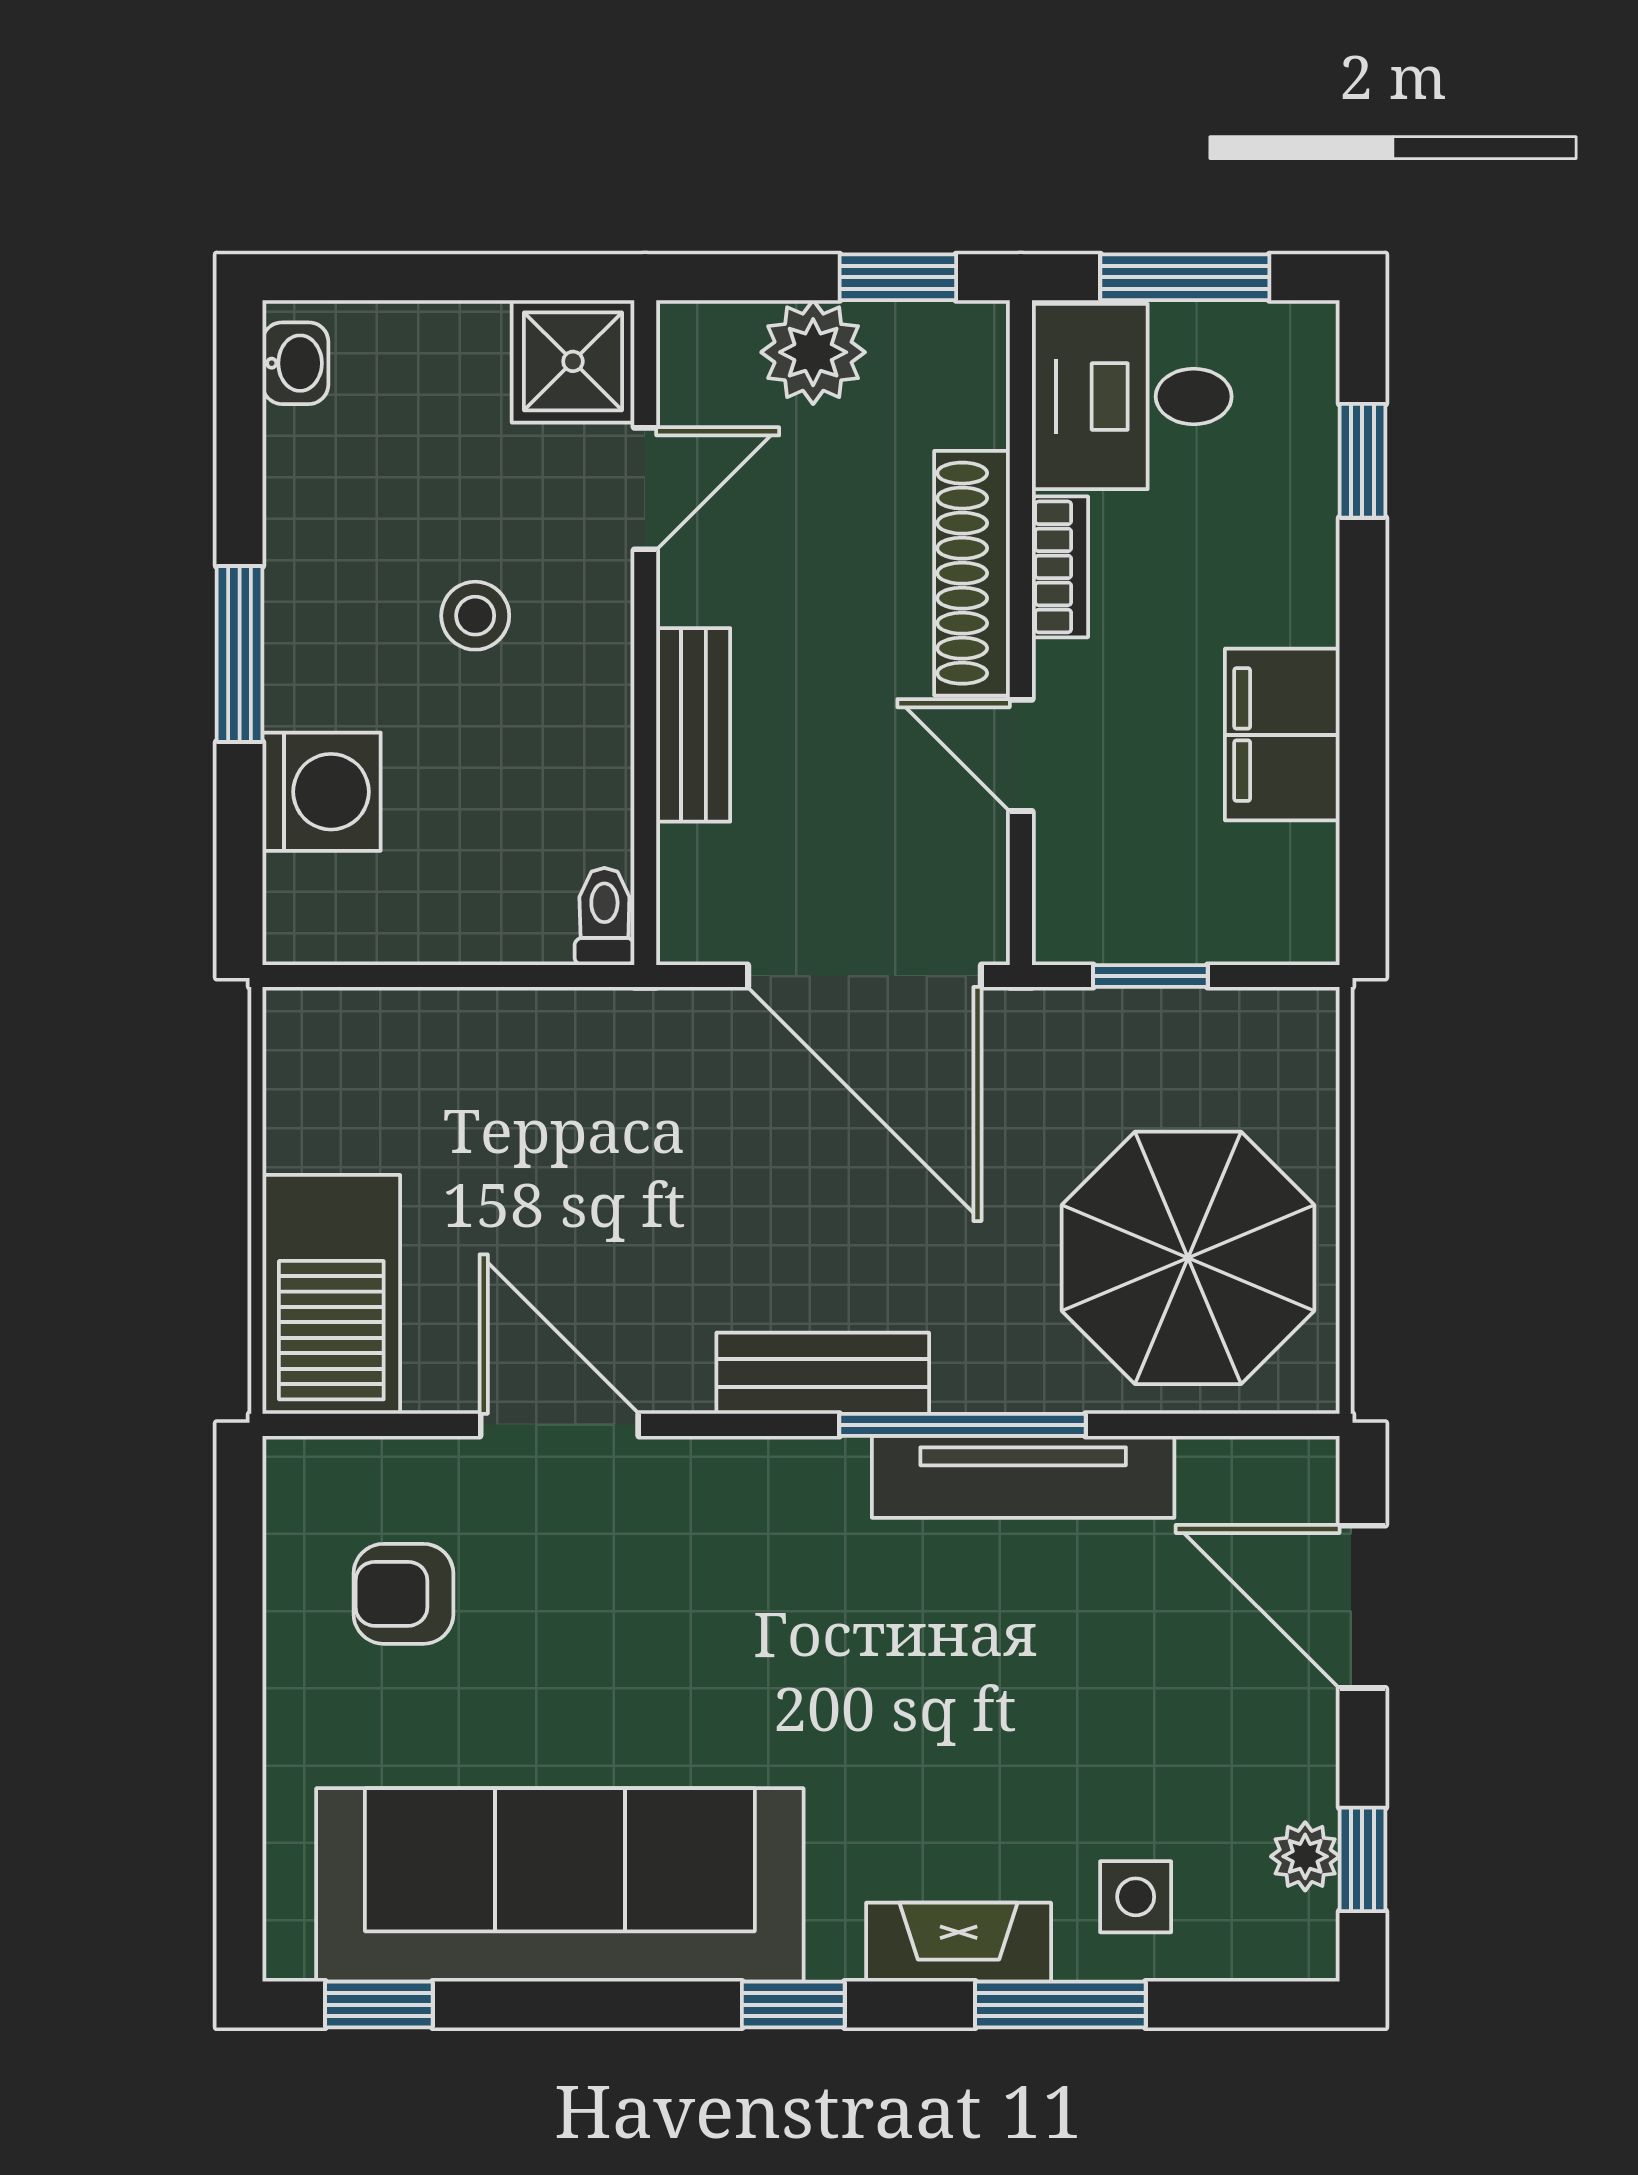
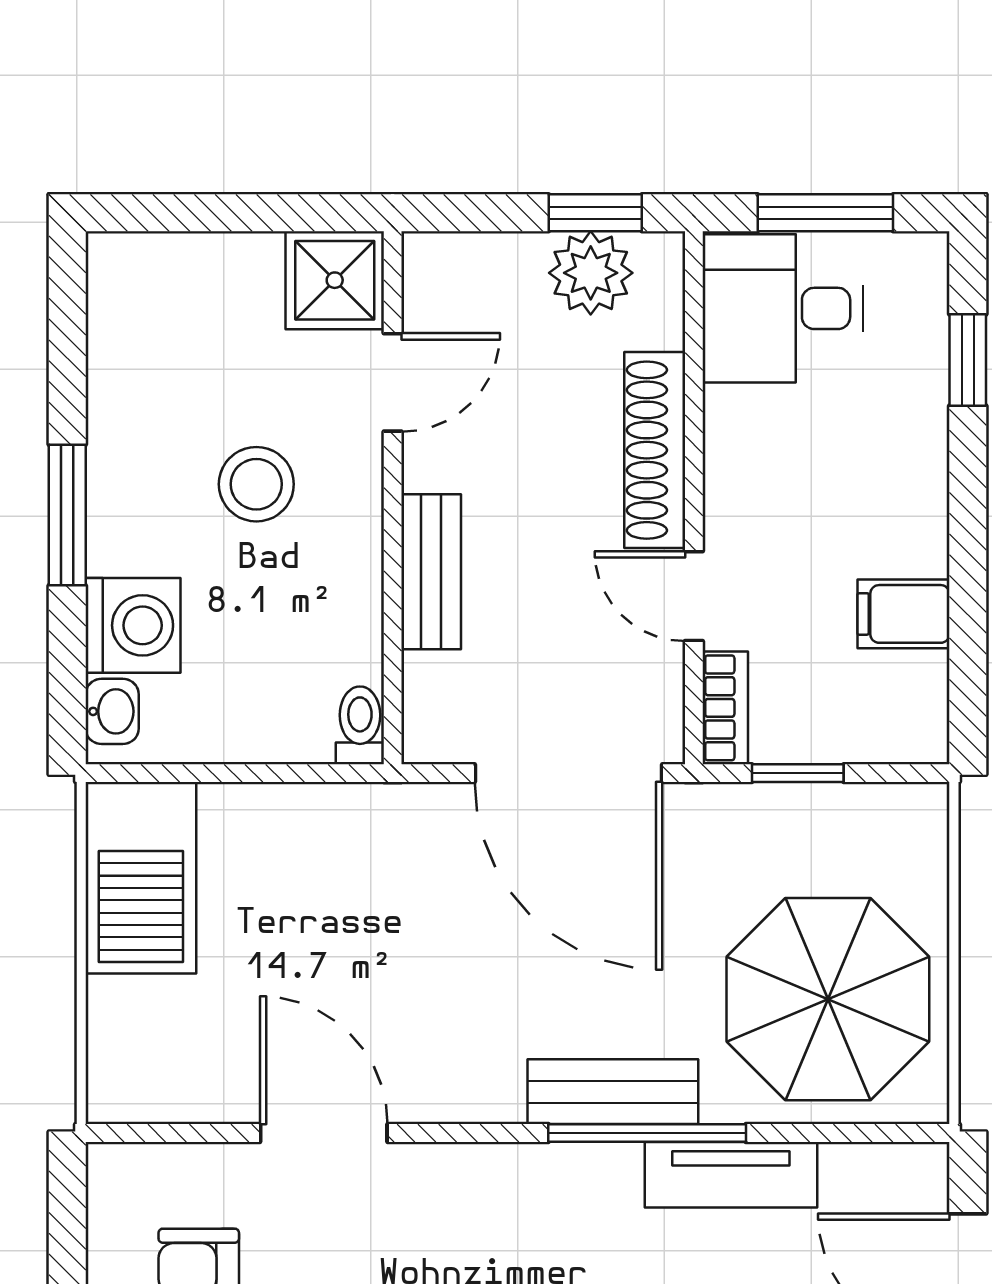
plant: (813, 352) -> (591, 273), moved
washbasin: (295, 363) -> (112, 711), moved
bookcase: (1060, 567) -> (725, 708), moved
stool: (475, 616) -> (256, 484), width x1.37, depth x1.37
filing cabinet: (1282, 735) -> (904, 614), width x0.50
barbecue: (331, 1294) -> (141, 878), moved
bench: (823, 1373) -> (613, 1092), moved
tv unit: (1023, 1477) -> (731, 1175), width x0.71

